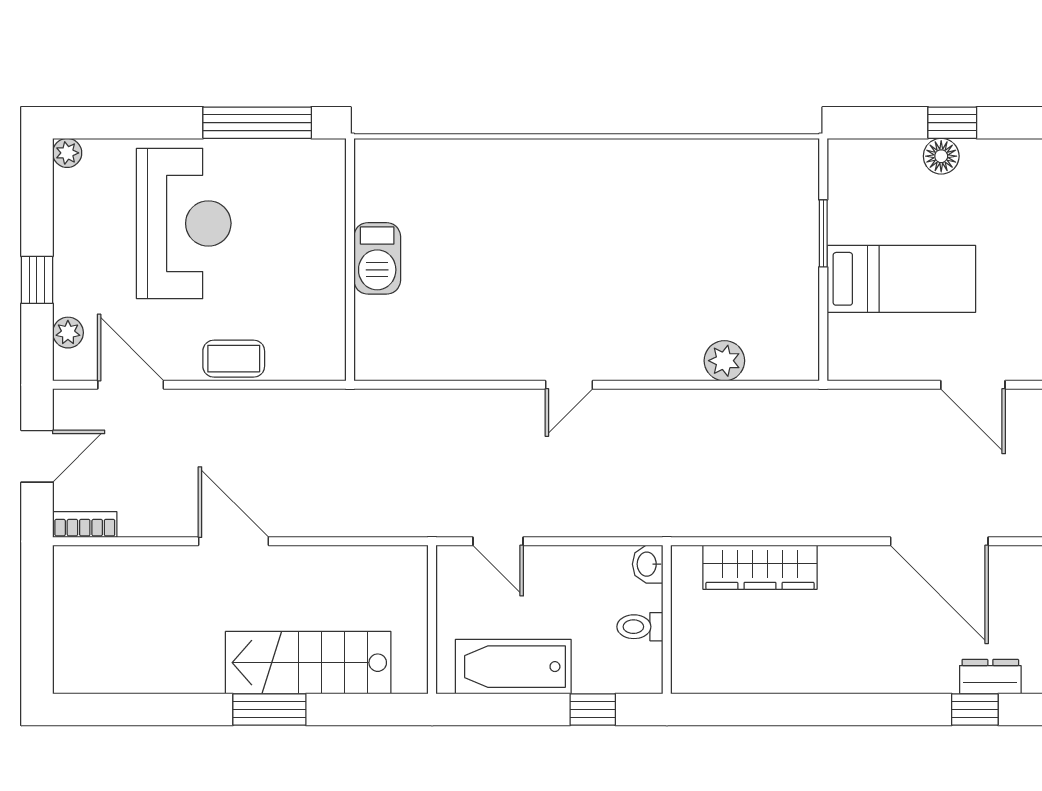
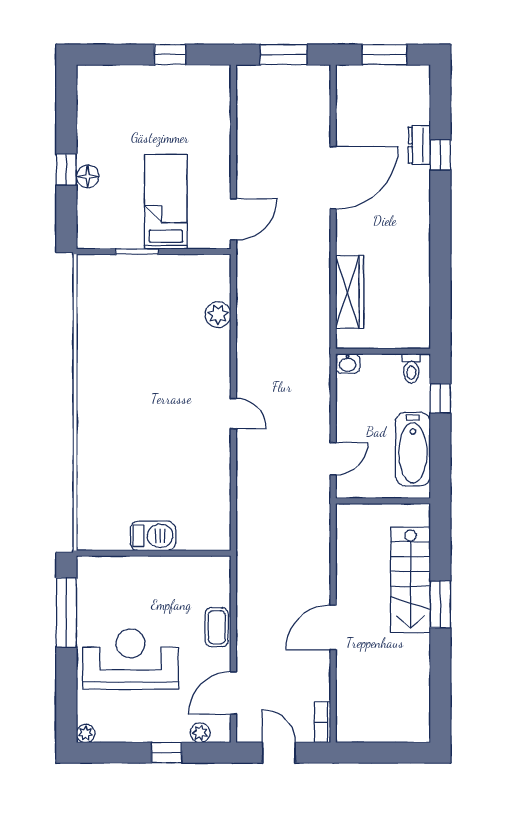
door: (973, 385) -> (233, 219), moved
toilet: (640, 627) -> (411, 368), moved

